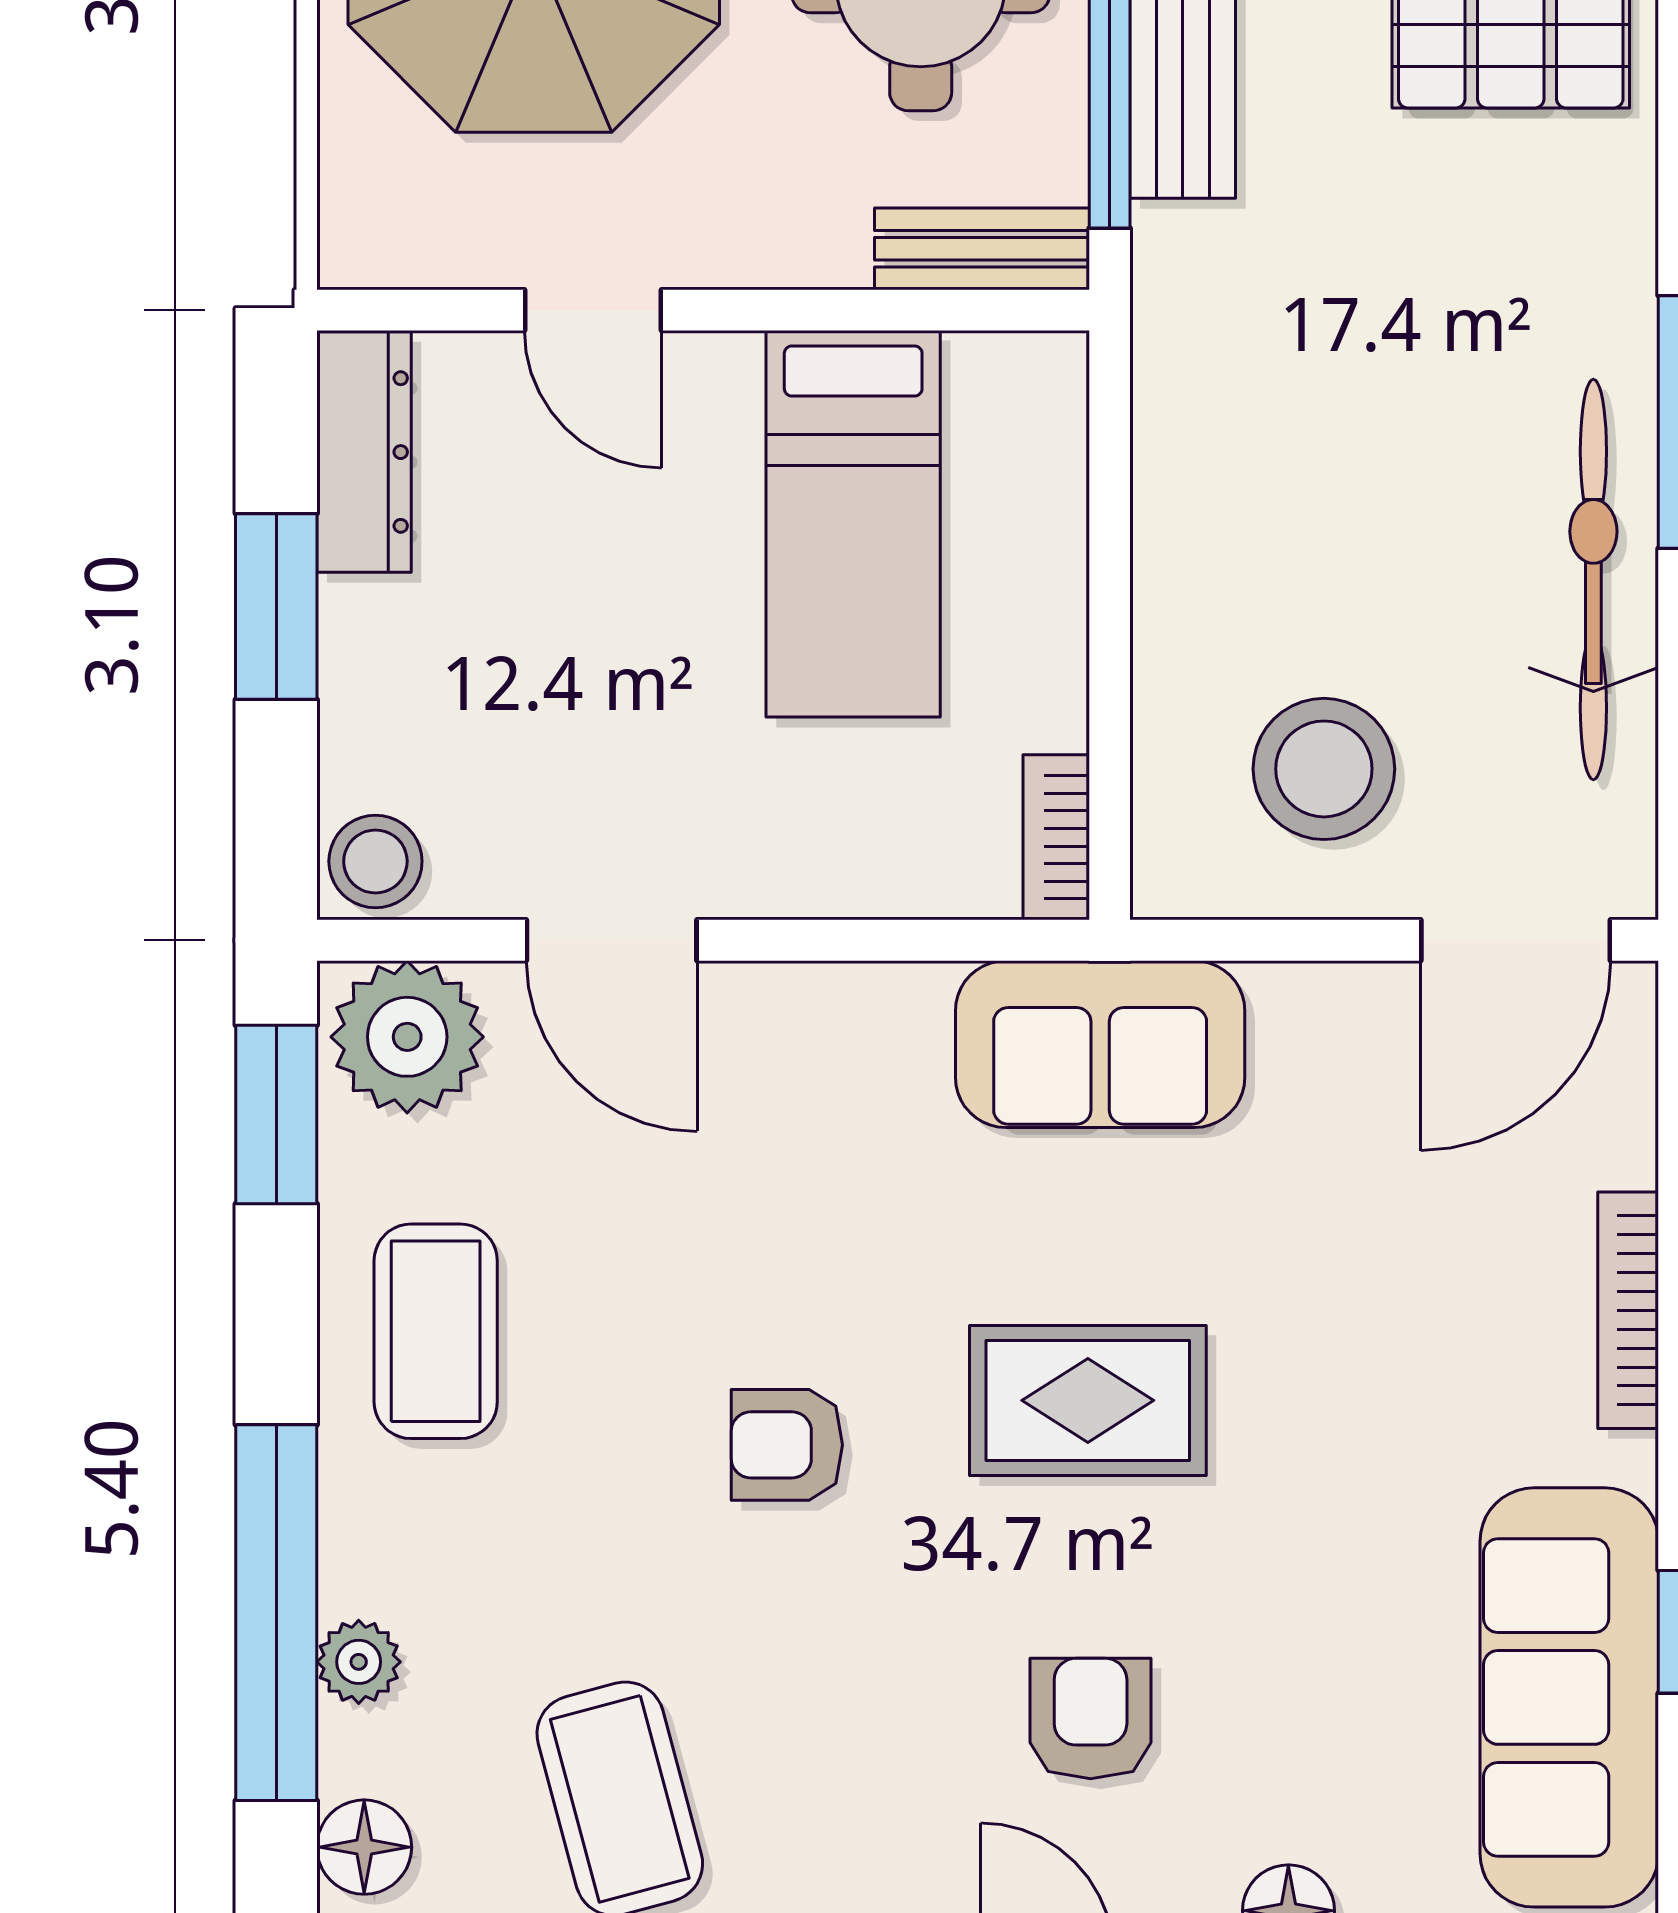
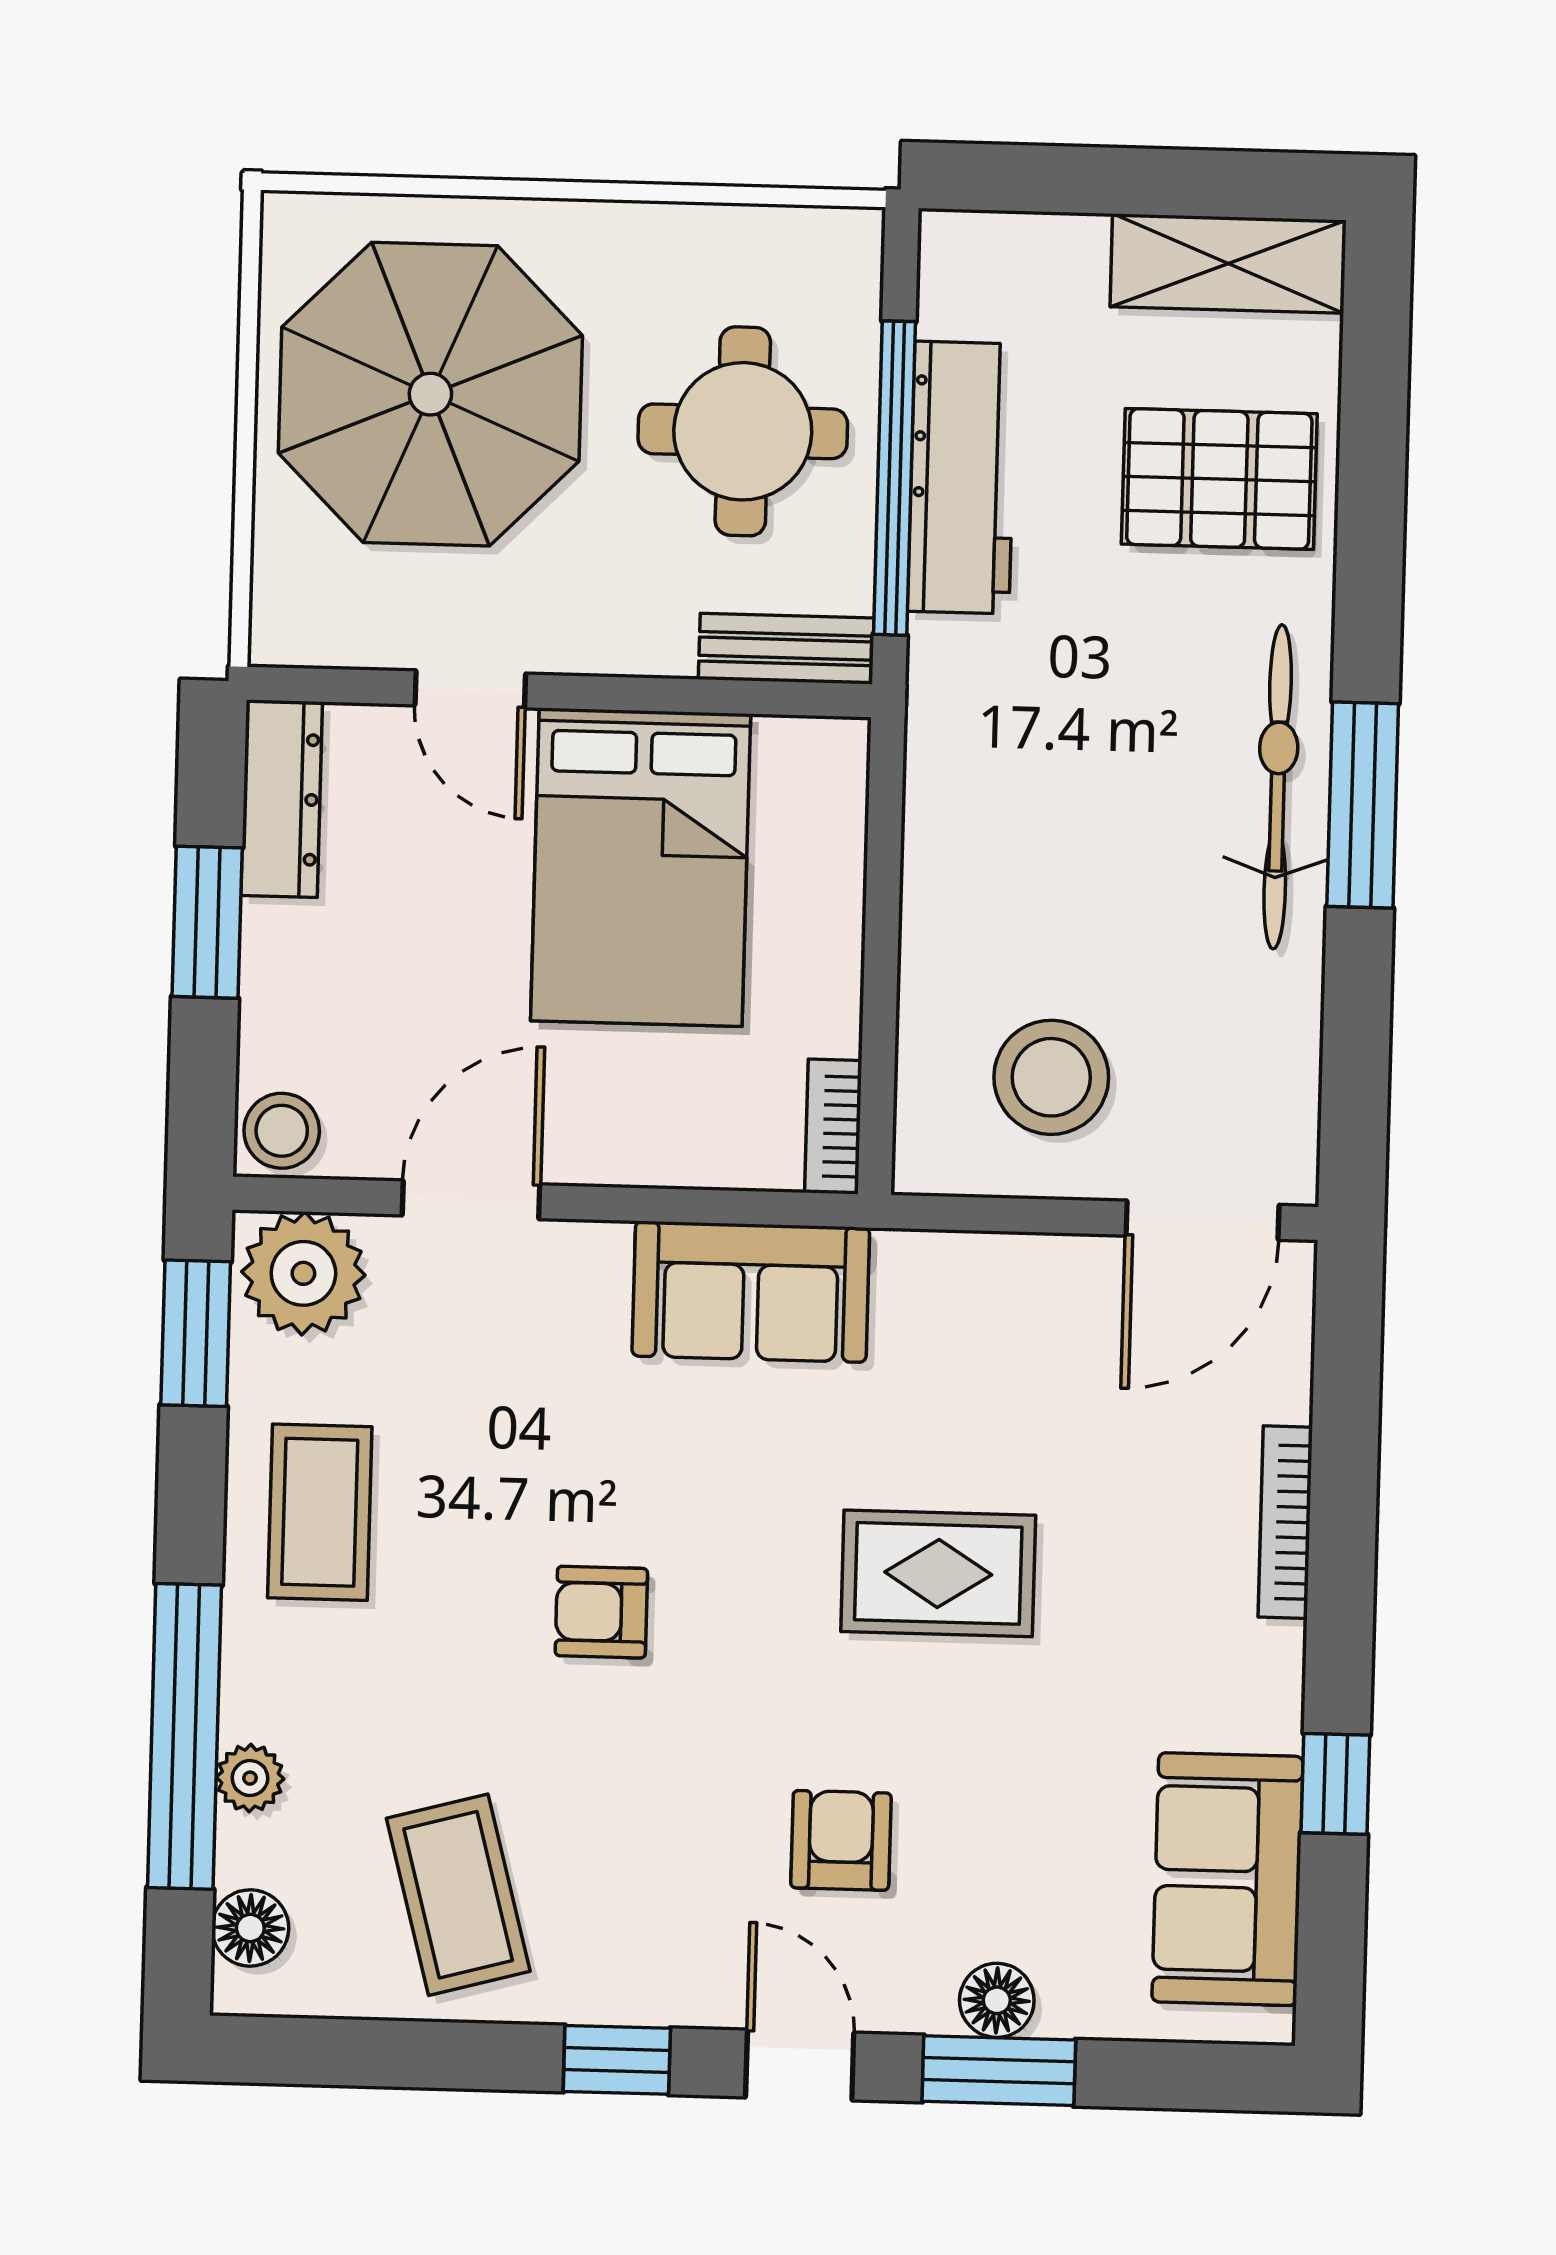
bed: (853, 524) -> (641, 867), width x1.50
bicycle: (1593, 580) -> (1278, 787), moved
door: (612, 940) -> (471, 1200), swing flipped
sofa: (1100, 1044) -> (751, 1292), moved
rug: (1088, 1400) -> (938, 1573), moved
sofa: (1569, 1697) -> (1228, 1879), width x0.73

